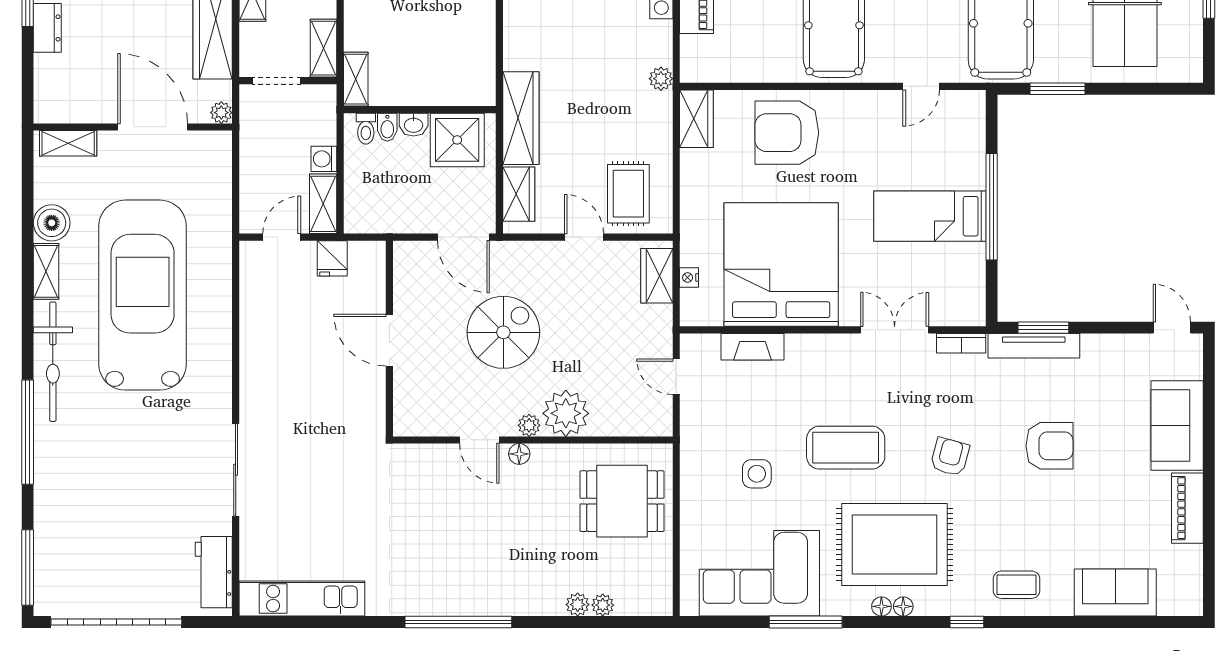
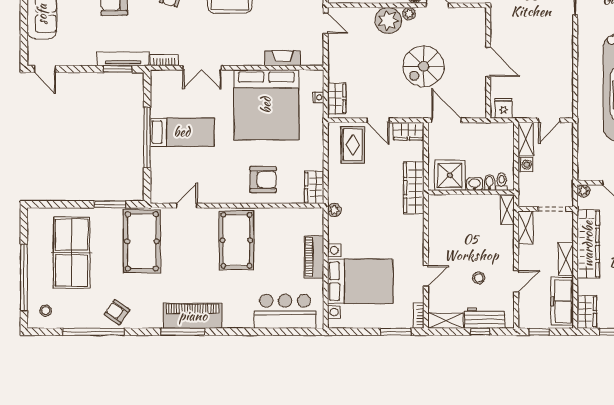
armchair: (787, 133) -> (263, 180), width x0.73, depth x0.73
wardrobe: (519, 194) -> (408, 131), moved, turned -90
fridge: (332, 258) -> (503, 108), moved
door: (676, 377) -> (326, 23), moved

